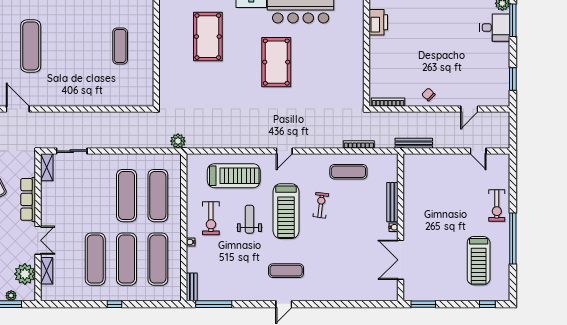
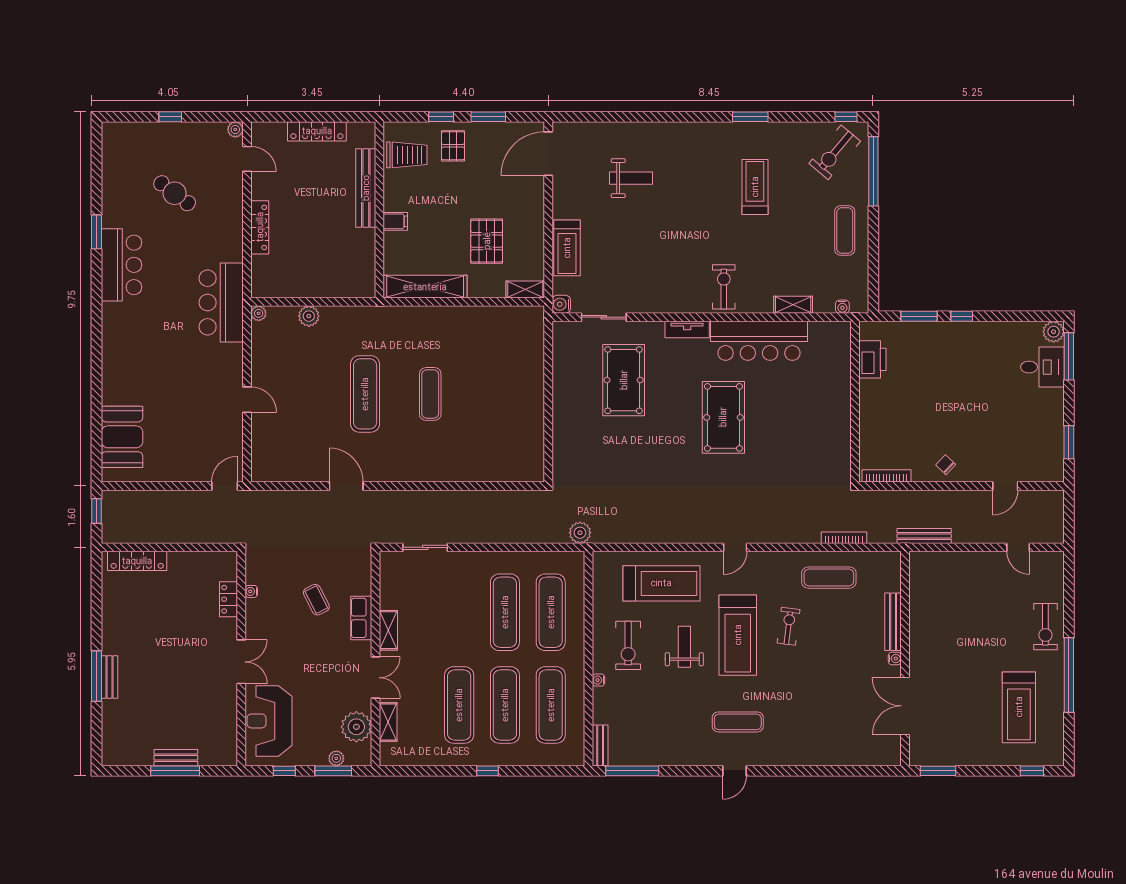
exercise mat: (120, 46) -> (430, 394), moved
shelving: (47, 167) -> (388, 630), moved
row of seats: (28, 199) -> (361, 618), width x0.68

